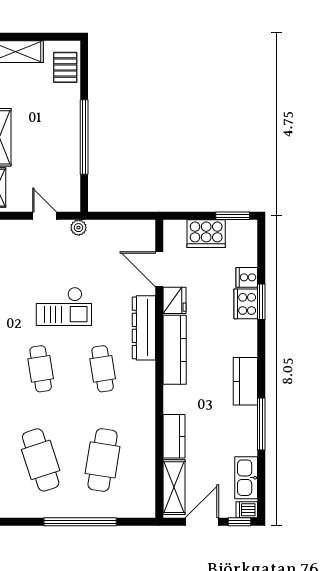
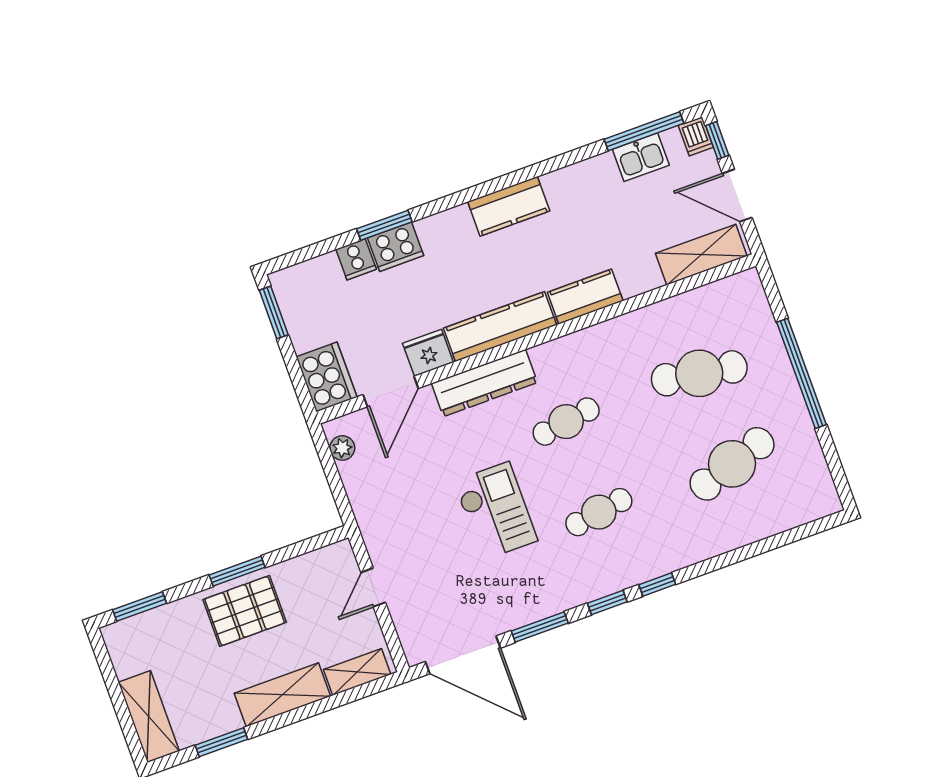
pallet: (65, 67) -> (245, 611), moved, width x1.50, depth x1.42
window: (84, 70) -> (140, 606), added
window: (84, 137) -> (237, 571), width x0.47
plant: (79, 228) -> (342, 448), moved
cooker: (206, 234) -> (327, 377), moved
window: (261, 424) -> (644, 131), moved
kitchen counter: (174, 436) -> (585, 297), moved
kitchen sink: (246, 478) -> (641, 157), width x0.73

